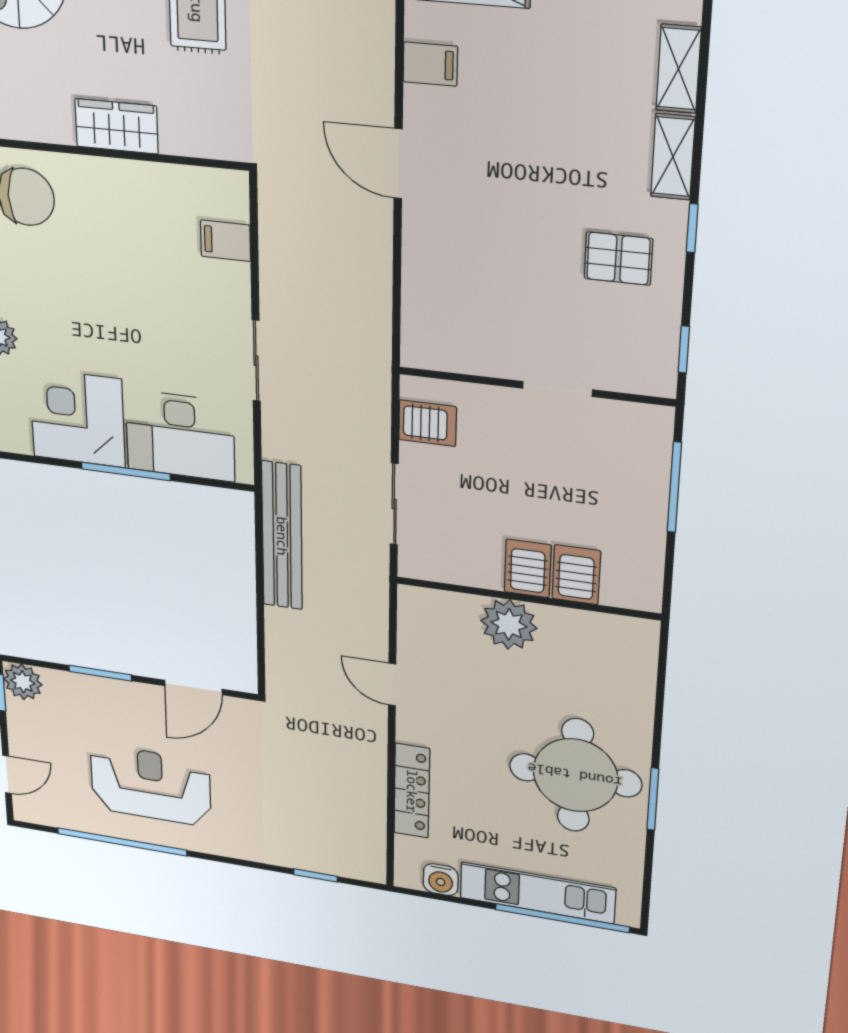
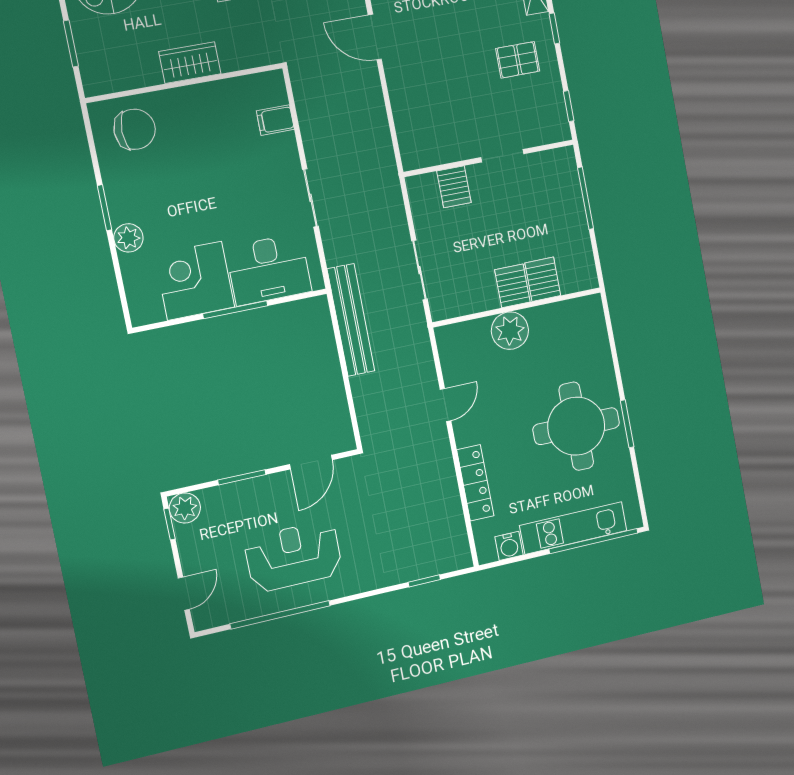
server rack: (428, 423) -> (454, 187), moved, turned 90
door: (392, 684) -> (445, 405), swing flipped

